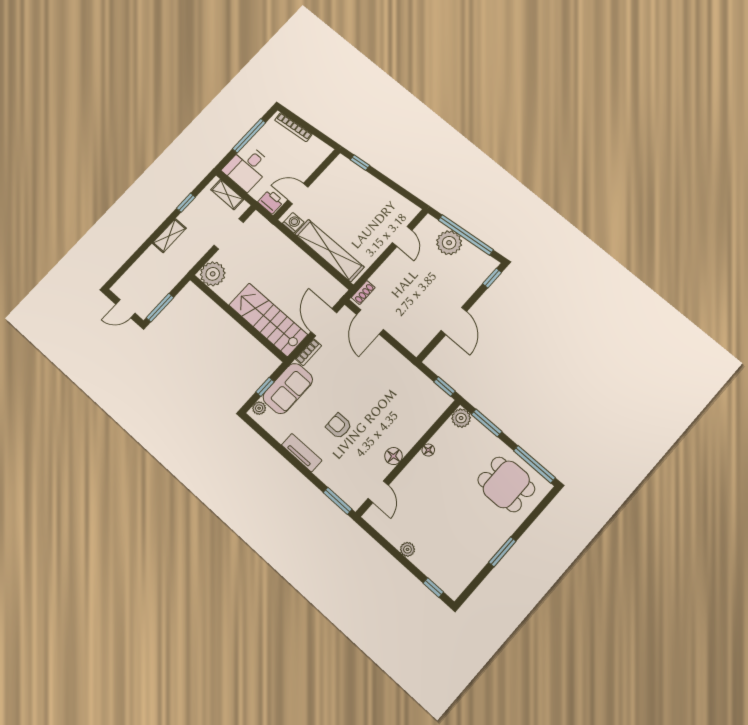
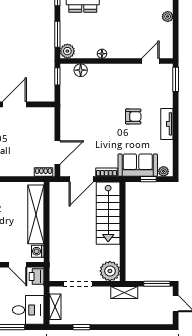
shelving: (169, 236) -> (124, 292), moved
armchair: (339, 426) -> (133, 116), turned -90
floor lamp: (393, 456) -> (81, 70), moved

